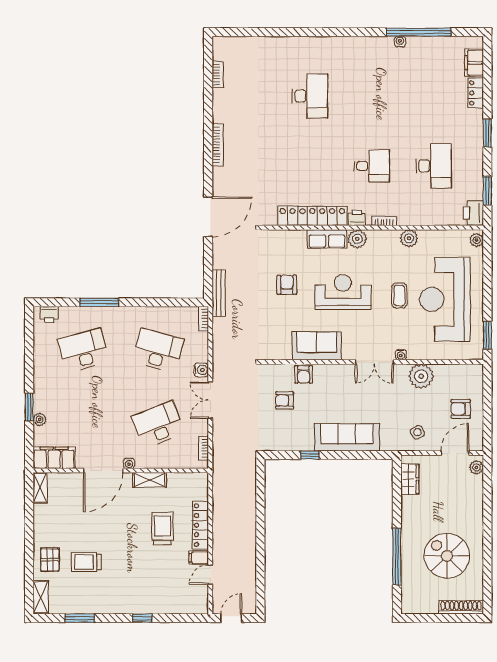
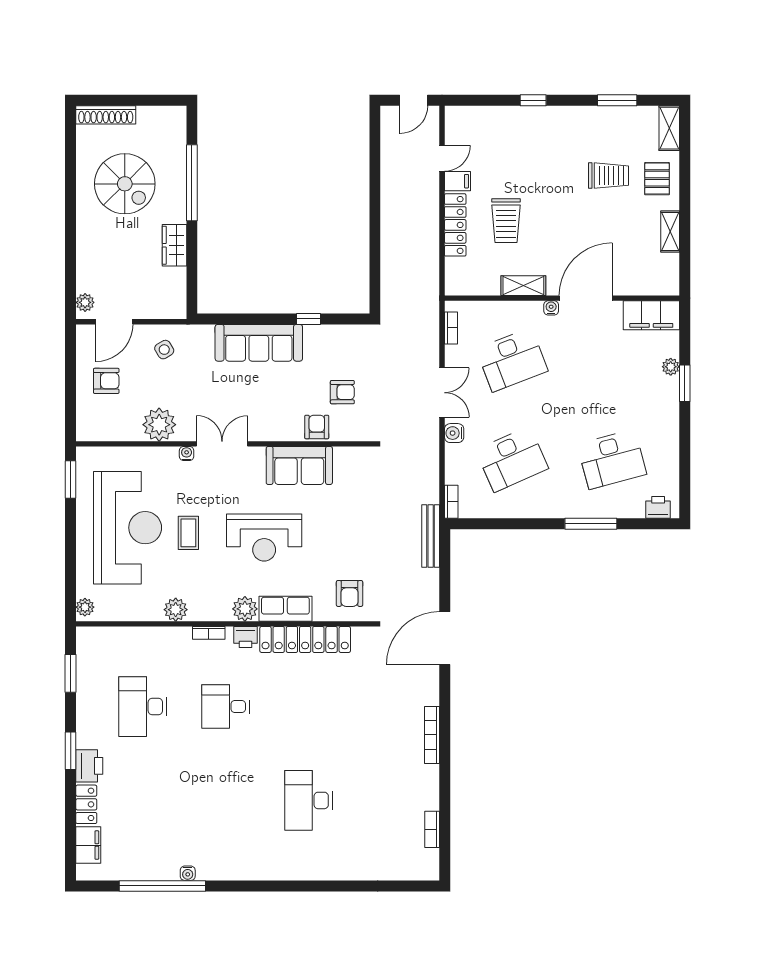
printer: (473, 213) -> (89, 766), moved
armchair: (287, 285) -> (350, 593), moved
desk: (158, 350) -> (512, 459), turned -39
wardrobe: (410, 479) -> (174, 245), moved
shelving: (40, 488) -> (670, 232), moved

